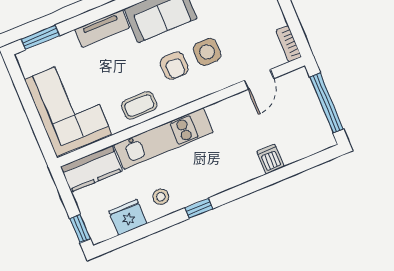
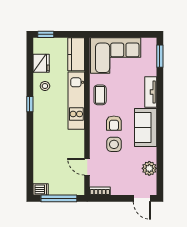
armchair: (174, 66) -> (114, 123), turned -90
dishwasher: (270, 159) -> (41, 189), moved

